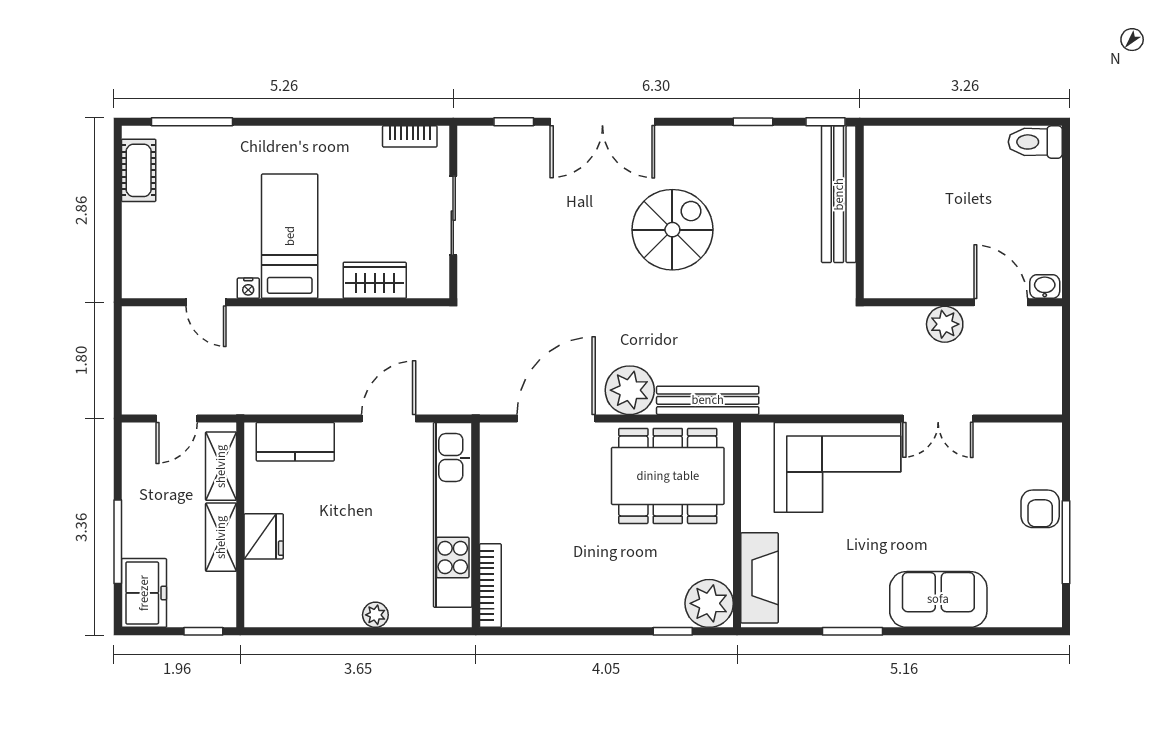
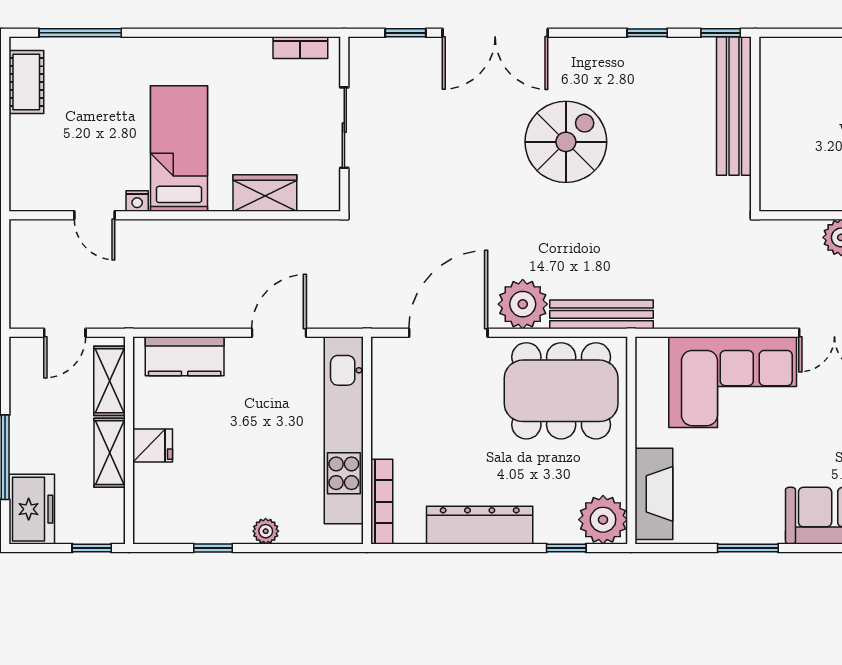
fridge: (264, 536) -> (153, 446), width x0.72
dresser: (587, 609) -> (480, 525), added
window: (323, 631) -> (213, 548), added

